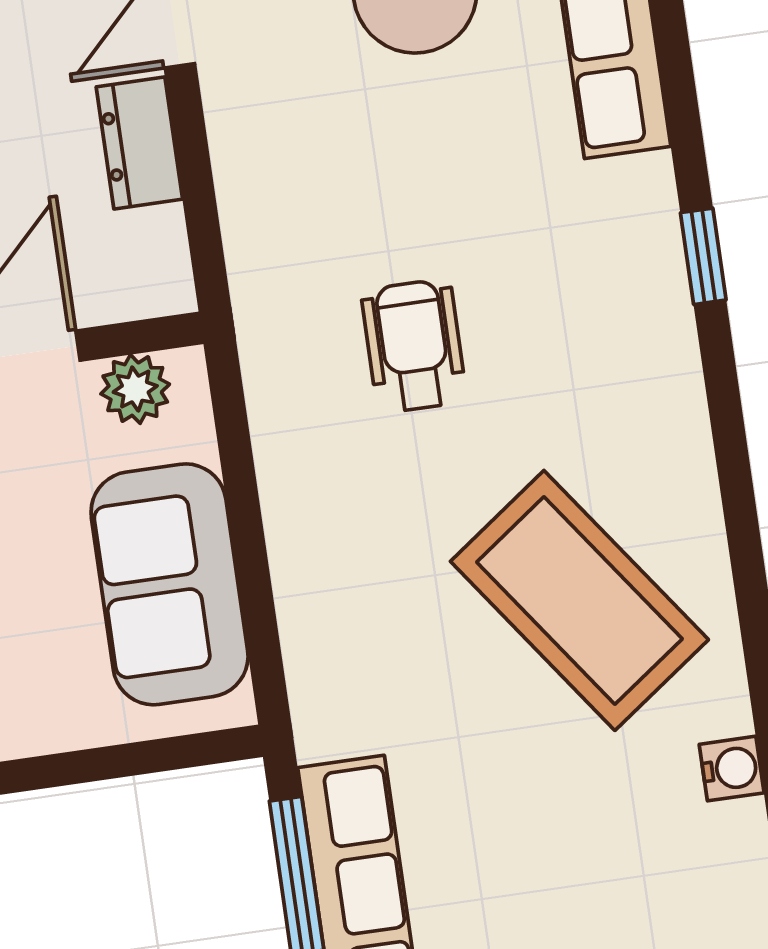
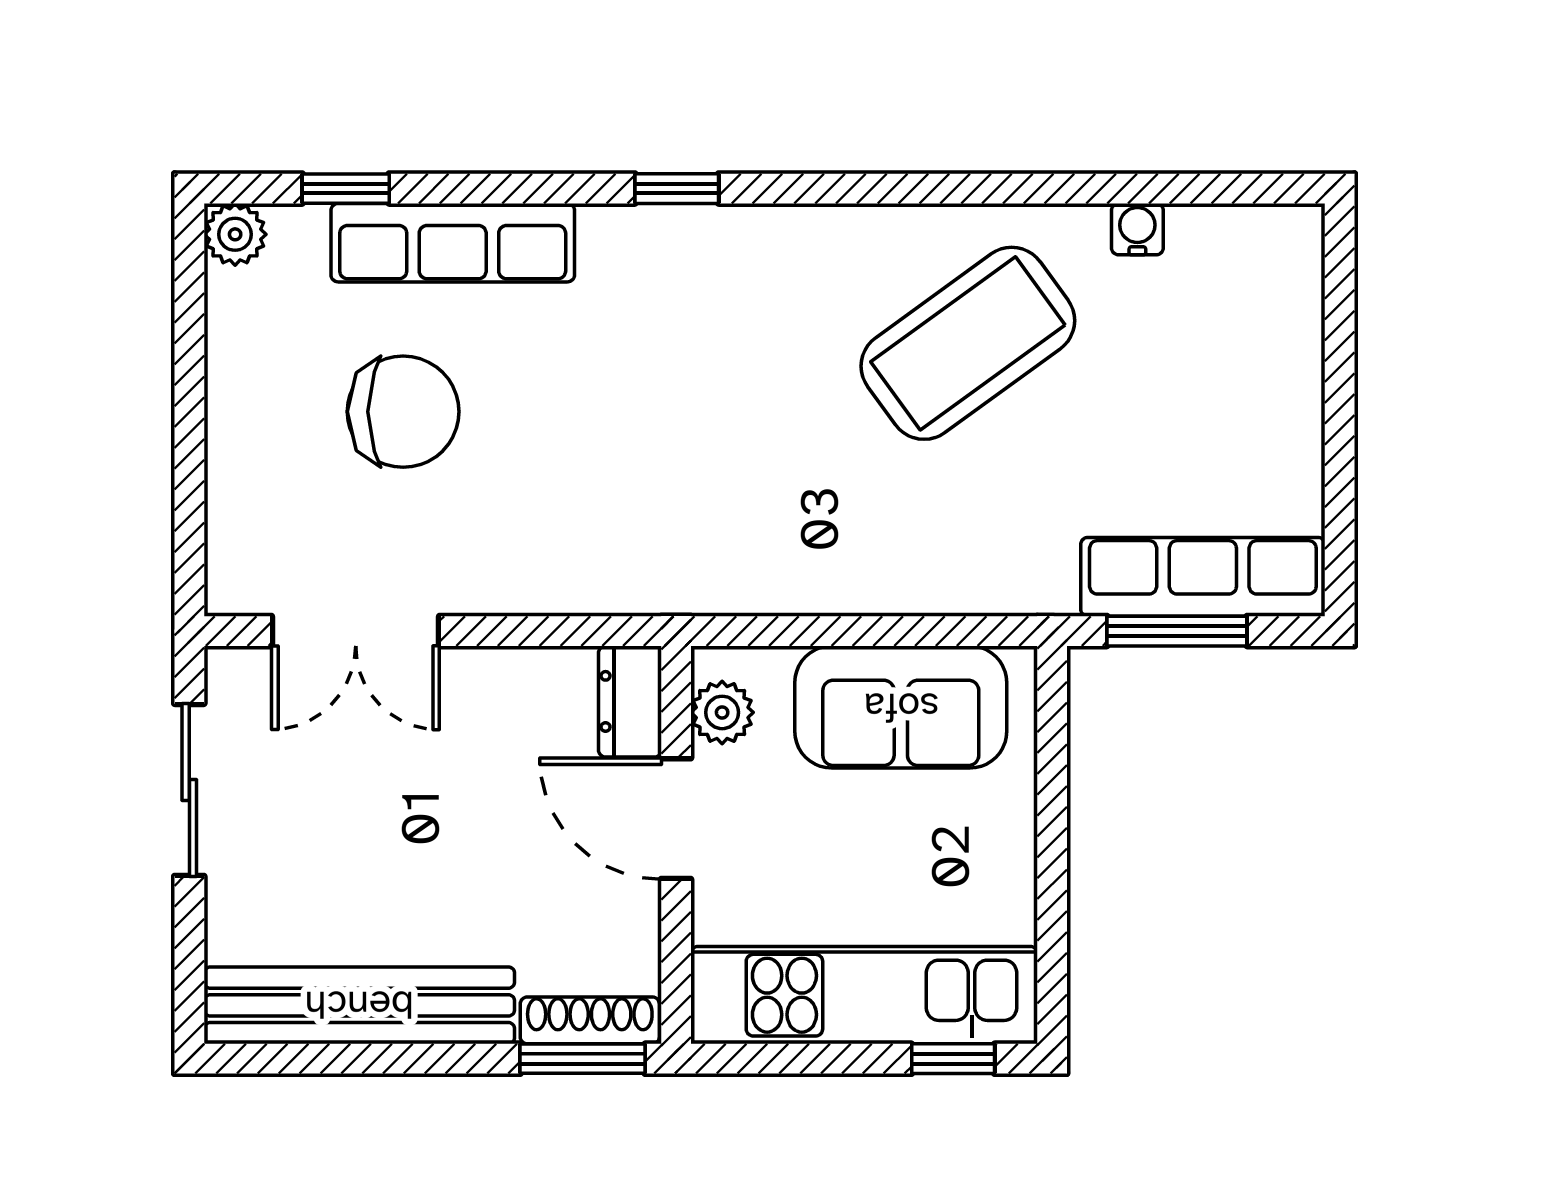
dresser: (139, 143) -> (630, 701), moved, turned 90
wheelchair: (414, 346) -> (719, 458), removed

